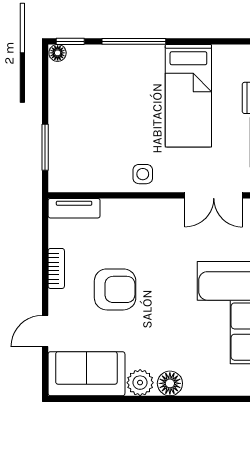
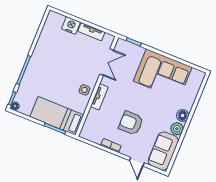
bed: (188, 96) -> (57, 116), moved, turned 180
tv unit: (74, 208) -> (99, 97), moved
armchair: (115, 289) -> (131, 123), turned -90

